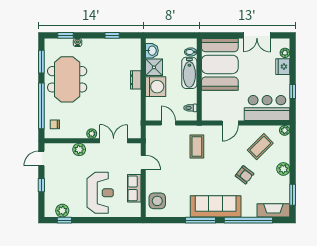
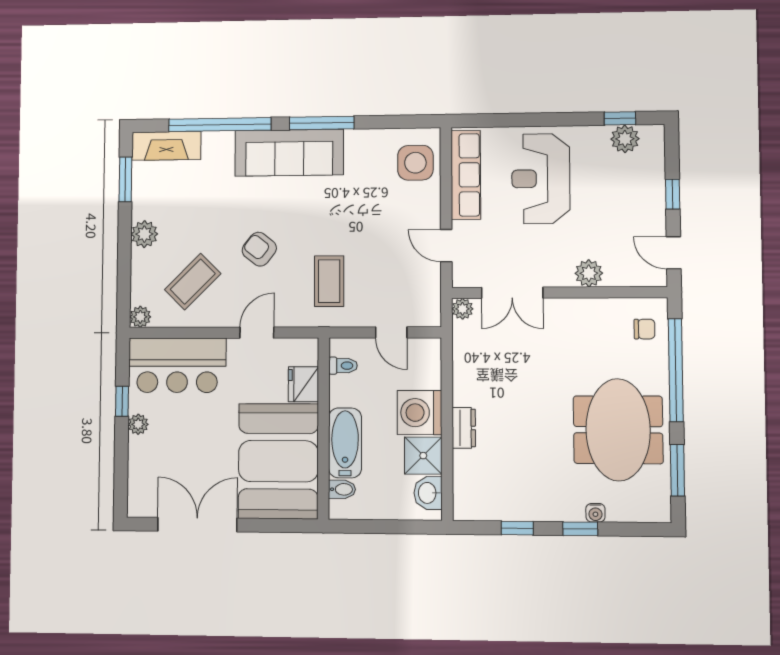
window: (65, 35) -> (580, 529), moved
double door: (257, 35) -> (197, 525), width x1.37
plant: (285, 53) -> (138, 424), moved
fridge: (283, 67) -> (303, 384), moved, turned 180
plant: (92, 134) -> (463, 309), moved
door: (41, 159) -> (674, 253), swing flipped
armchair: (245, 175) -> (259, 249), moved
row of seats: (134, 188) -> (466, 175), width x1.48

